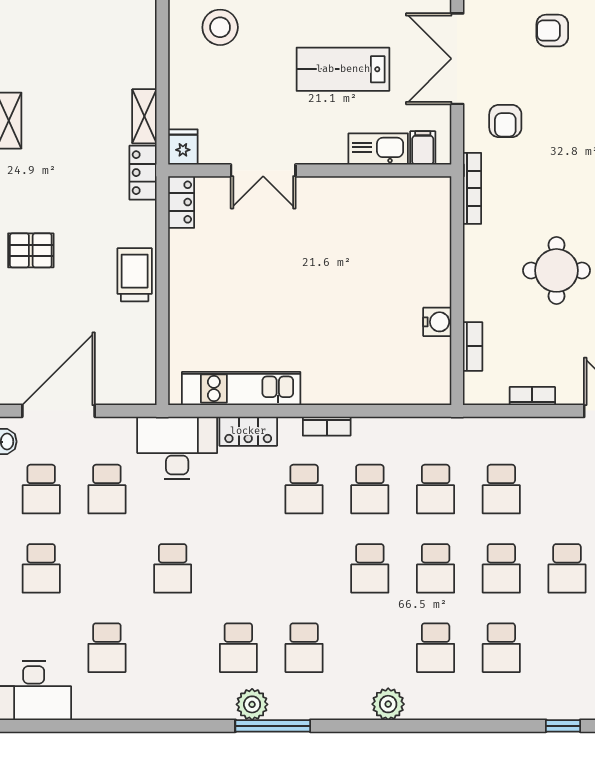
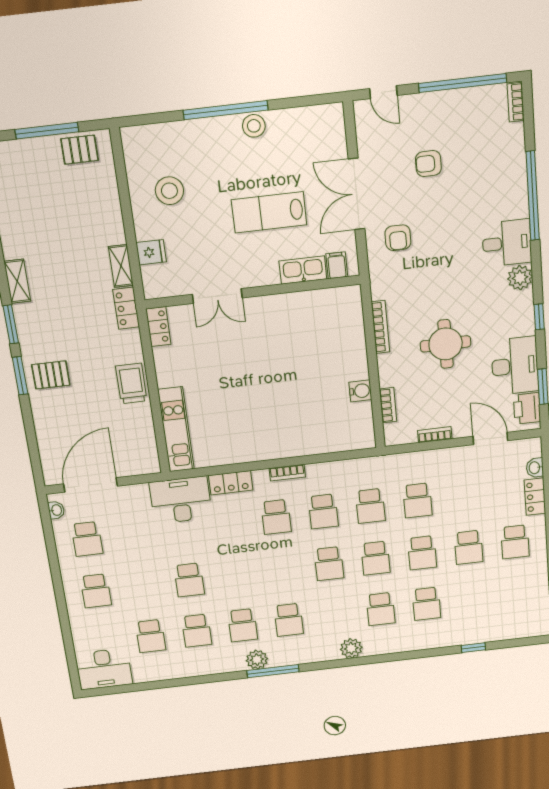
fridge: (183, 147) -> (151, 252), moved, turned 90
bookcase: (472, 188) -> (380, 327), moved
kitchen unit: (241, 389) -> (176, 429), moved, turned 90
school desk: (107, 489) -> (197, 631), moved

